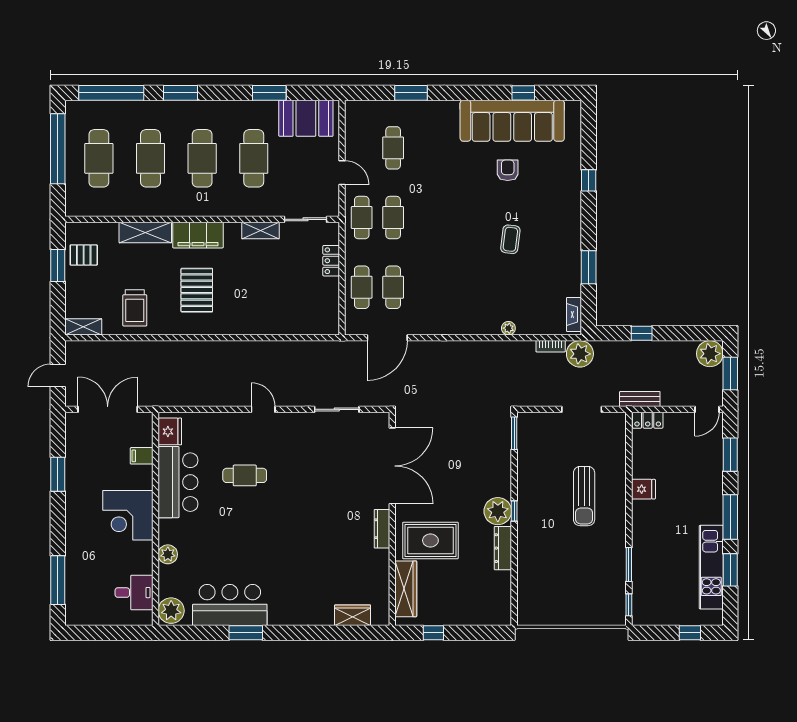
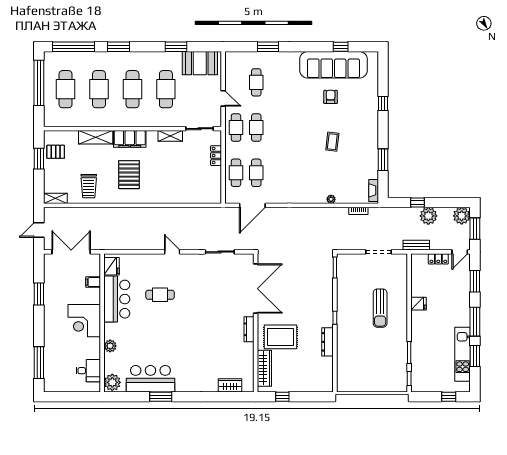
plant: (580, 354) -> (428, 216), moved
locker: (648, 420) -> (438, 259), moved
plant: (498, 511) -> (324, 318), removed

